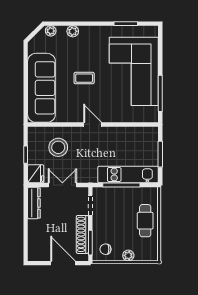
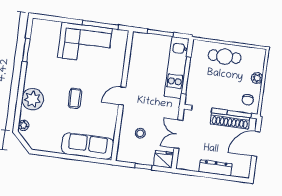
plant: (73, 31) -> (33, 99), width x1.87, depth x1.87
corner sofa: (134, 71) -> (85, 43), width x0.73, depth x0.74
sofa: (41, 88) -> (88, 146), width x0.74, depth x0.79
stool: (58, 147) -> (140, 133), width x0.53, depth x0.53
dresser: (34, 203) -> (216, 168), moved

